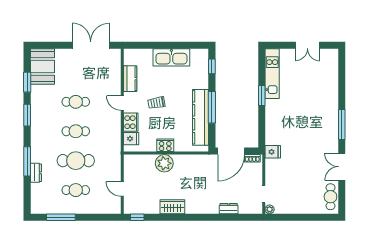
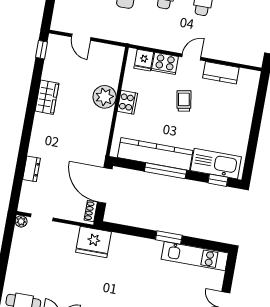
kitchen sink: (171, 57) -> (216, 164), moved, turned 90
fridge: (273, 152) -> (94, 242), width x1.88, depth x1.34
door: (122, 189) -> (81, 37), swing flipped

